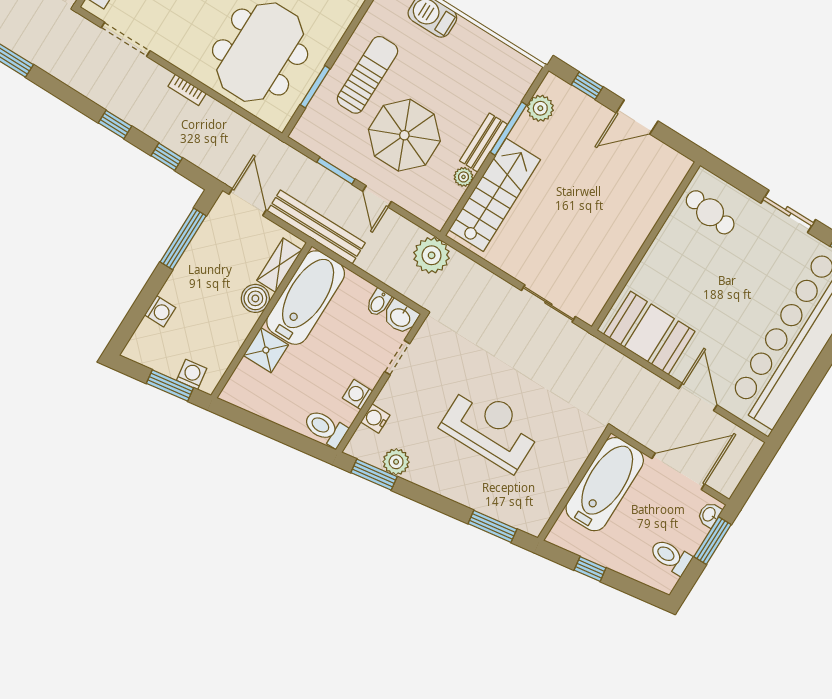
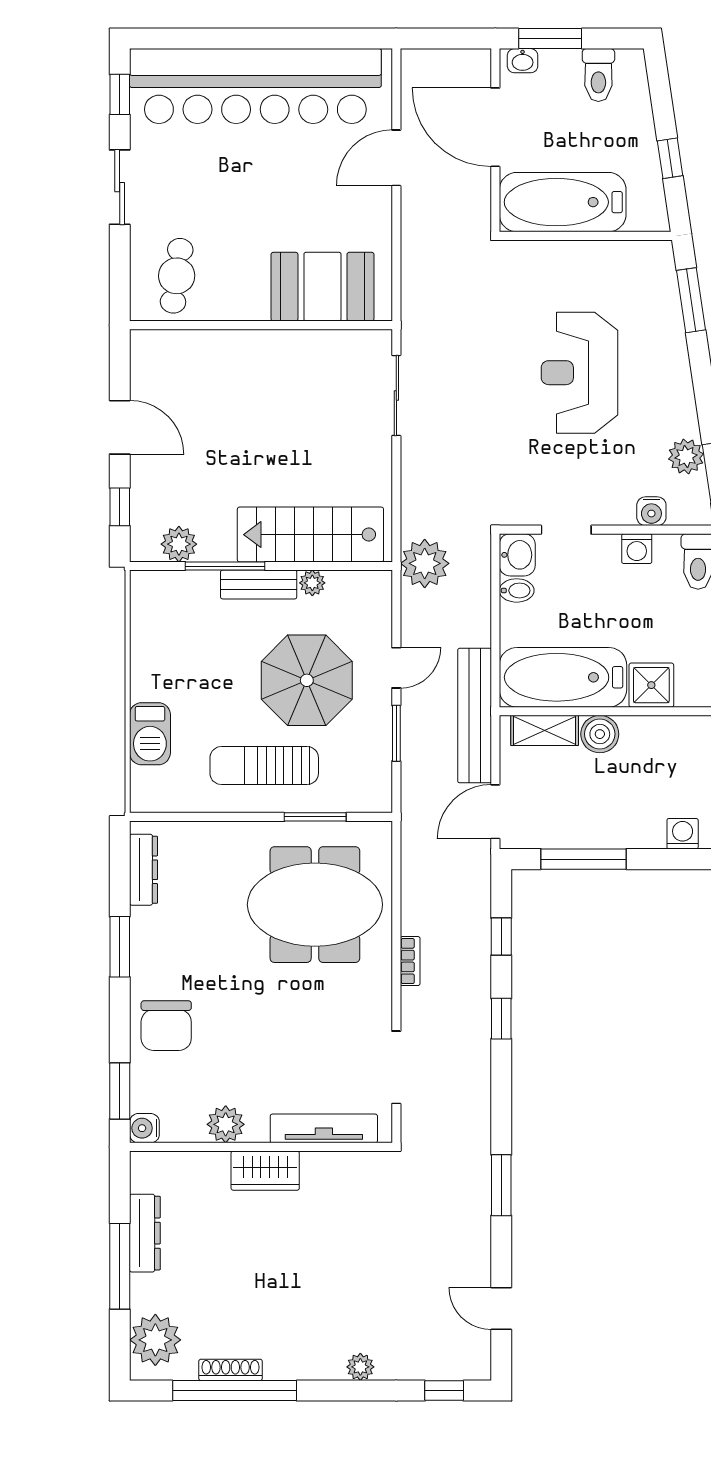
booth: (649, 333) -> (322, 287), moved, turned 90

